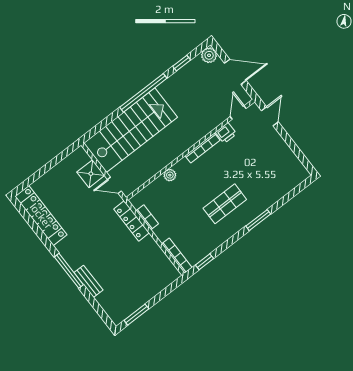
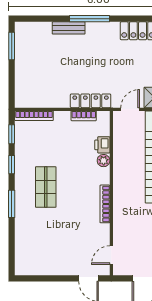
door: (238, 113) -> (111, 255), swing flipped
printer: (226, 133) -> (102, 145), moved
window: (228, 244) -> (12, 165), added

